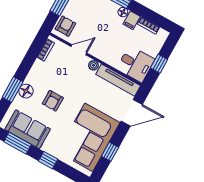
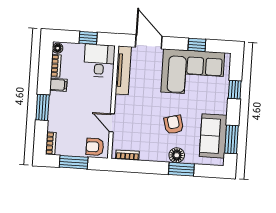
floor lamp: (123, 12) -> (58, 48), moved
plant: (93, 65) -> (120, 101), removed
armchair: (53, 101) -> (174, 125), turned -105
window: (48, 160) -> (235, 90), moved

